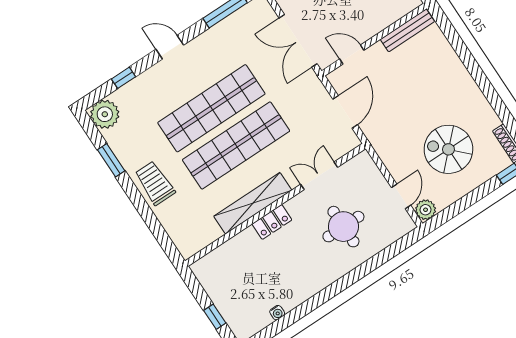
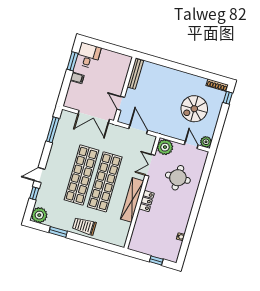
door: (170, 47) -> (40, 175), moved
door: (352, 55) -> (121, 103), hinge flipped
plant: (362, 168) -> (165, 147), added

